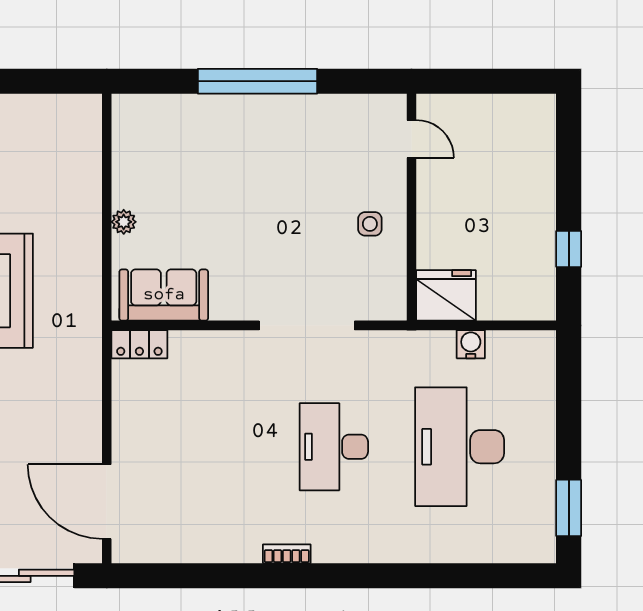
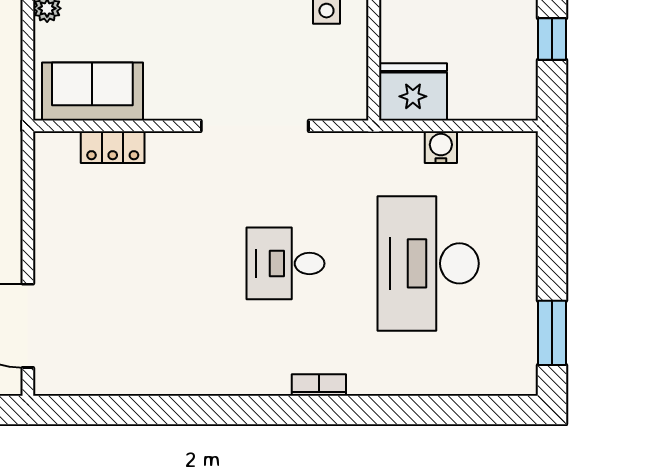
locker: (139, 344) -> (113, 147), moved
desk: (334, 447) -> (285, 263), width x0.73
bookcase: (287, 554) -> (319, 385), moved

